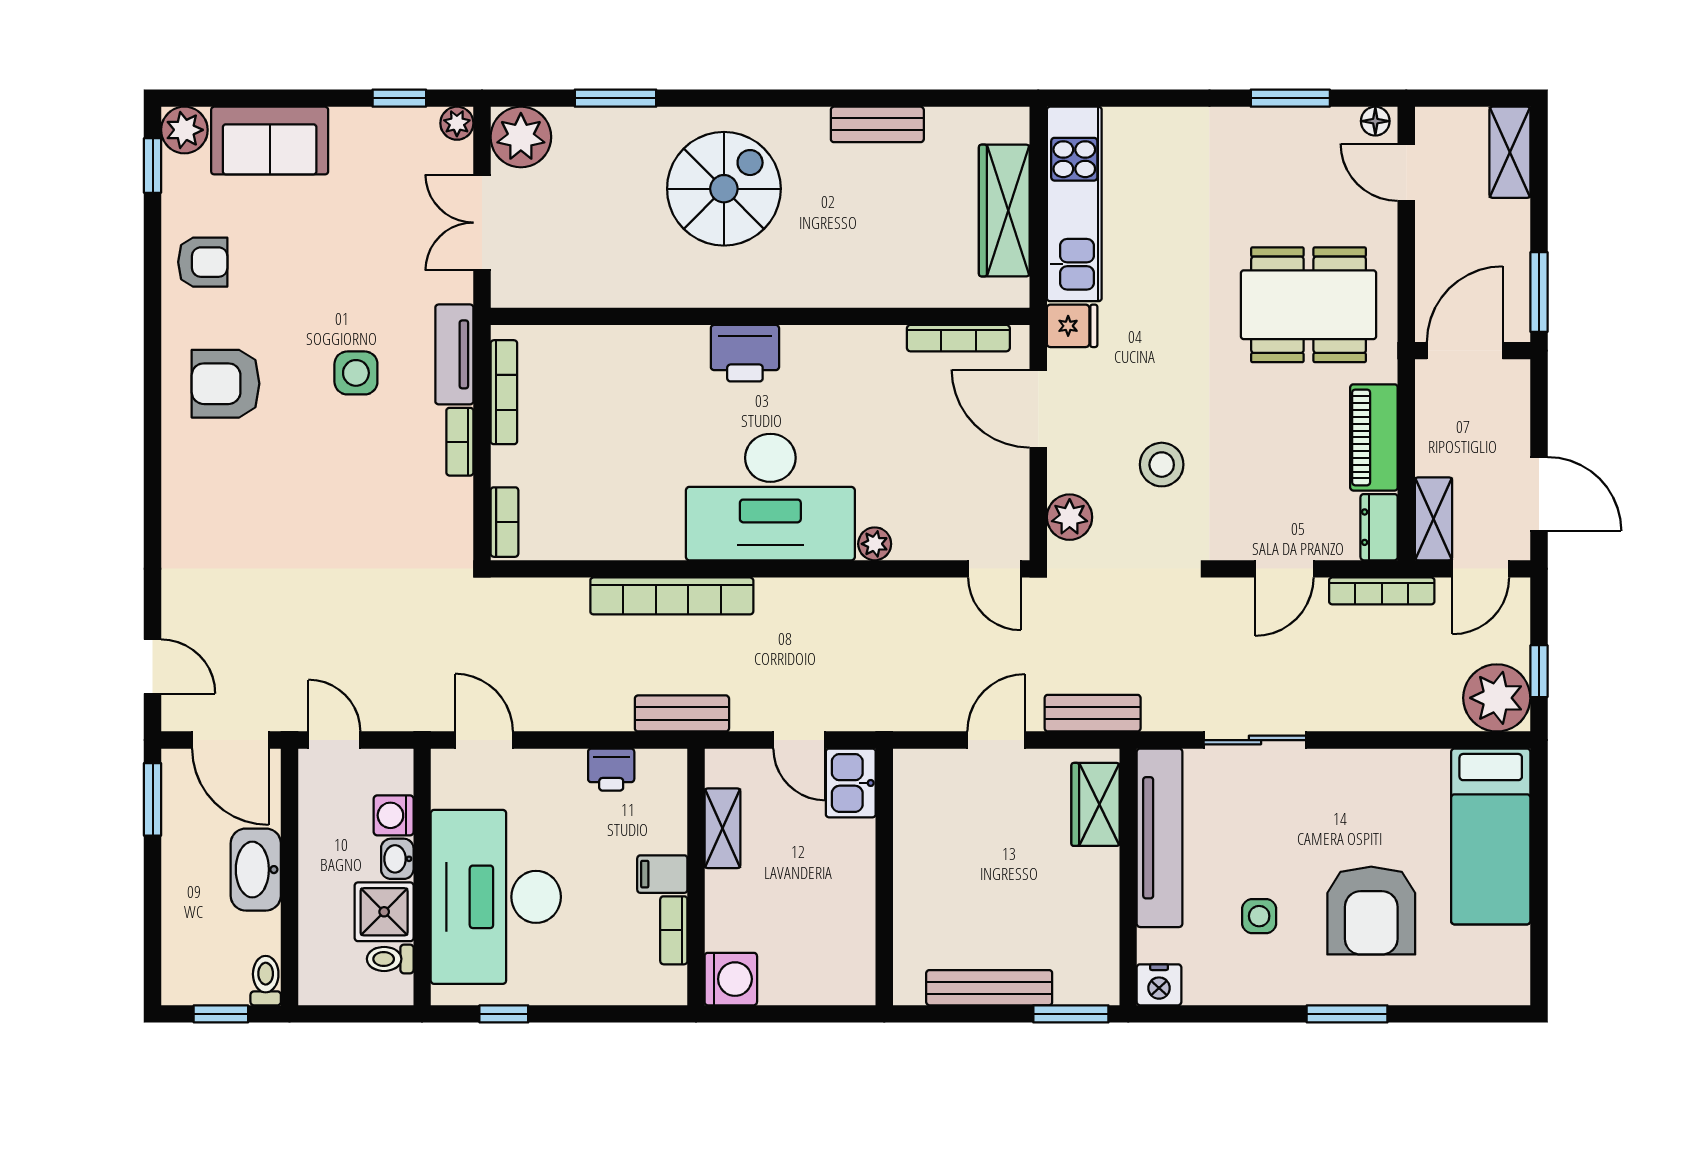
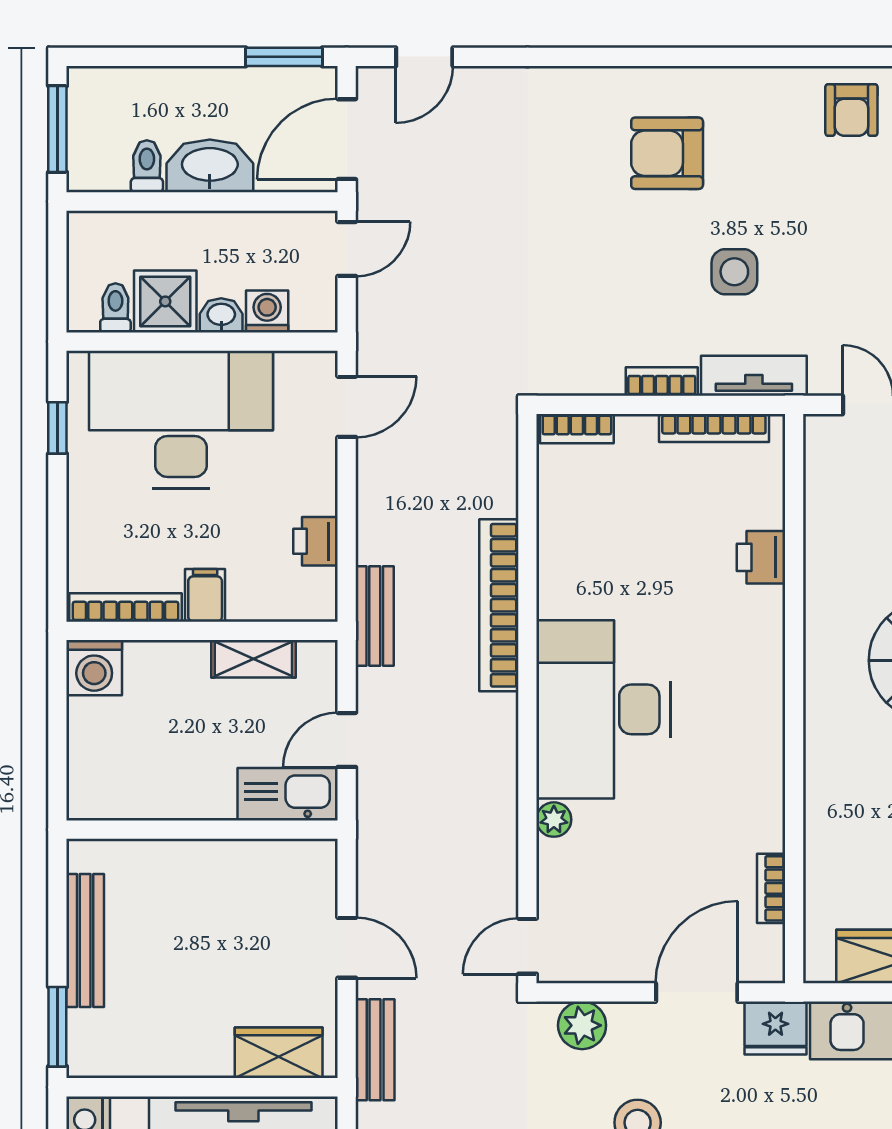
fridge: (1072, 326) -> (775, 1028), width x1.38
bookcase: (958, 338) -> (771, 888), width x0.64
printer: (745, 353) -> (761, 557), moved, width x0.73, depth x0.81
armchair: (226, 384) -> (667, 153), moved, turned -90
kitchen sink: (851, 783) -> (288, 794), width x1.38
bookcase: (674, 930) -> (126, 607), width x1.56
toilet: (266, 981) -> (147, 166), moved, turned -90
window: (221, 1014) -> (57, 129), width x1.50

